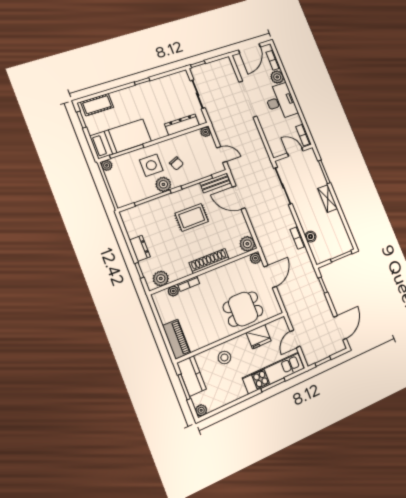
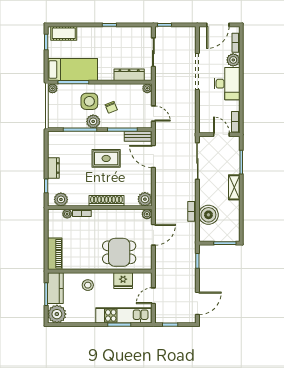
boiler: (311, 237) -> (208, 215), width x1.86, depth x1.86
plant: (201, 410) -> (57, 314), width x1.87, depth x1.87

